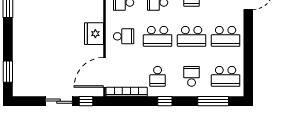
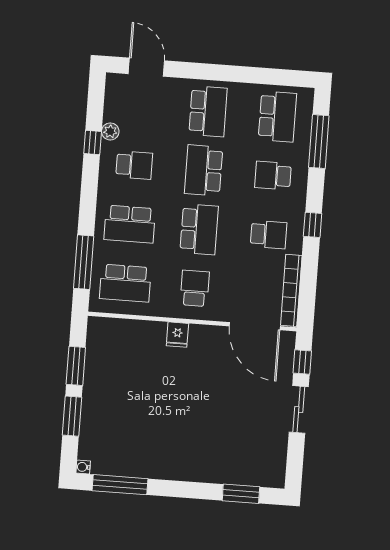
fridge: (94, 34) -> (177, 335), width x0.53, depth x0.75
school desk: (192, 36) -> (204, 170), turned 180

